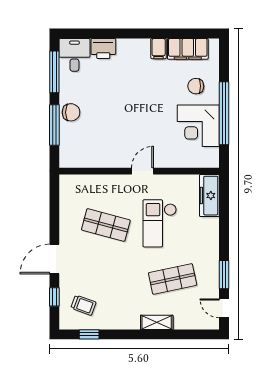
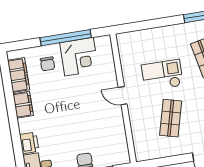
filing cabinet: (159, 49) -> (23, 105), width x2.00
freezer: (209, 196) -> (134, 39), removed
checkout: (160, 223) -> (162, 75), turned 180

